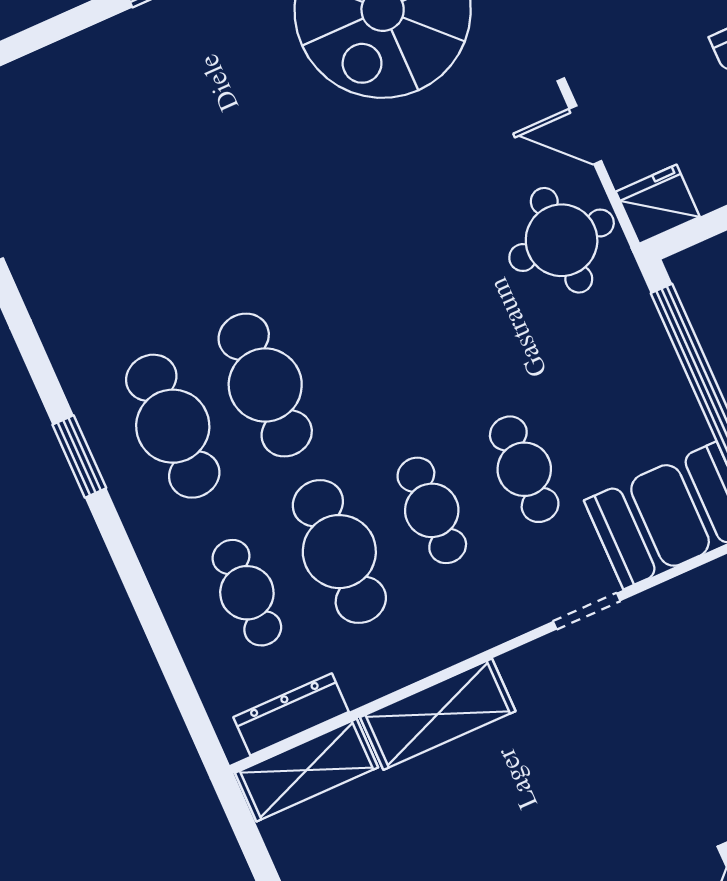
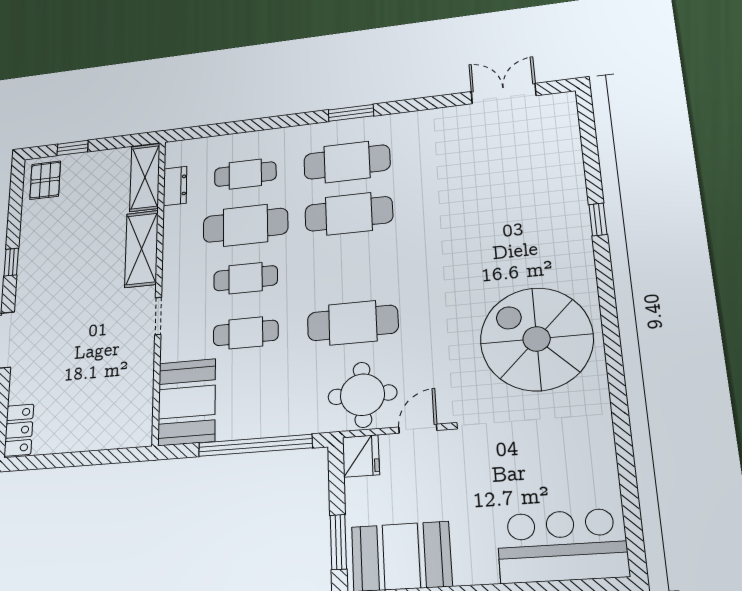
cafe table: (450, 303) -> (353, 323), added
doorway: (587, 611) -> (158, 316), moved
dresser: (291, 714) -> (175, 186), width x0.70

